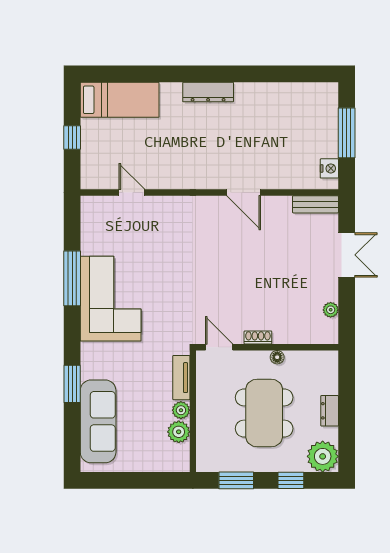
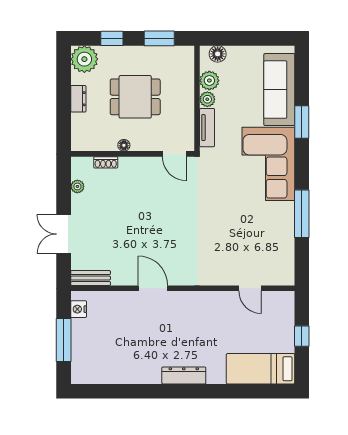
corner sofa: (111, 299) -> (268, 164), moved
shoe rack: (258, 337) -> (106, 162), moved
dining table: (264, 413) -> (135, 97), width x0.73
floor lamp: (169, 462) -> (218, 54), added

